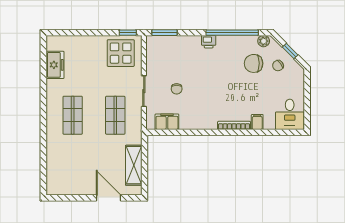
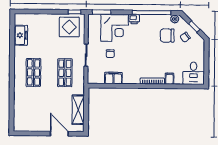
corner desk: (182, 54) -> (115, 28), added
filing cabinet: (167, 122) -> (113, 78), moved

